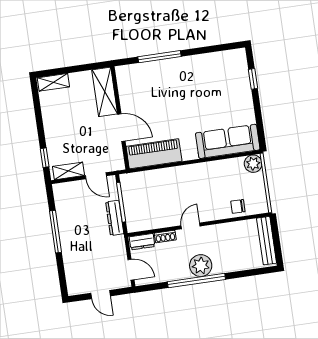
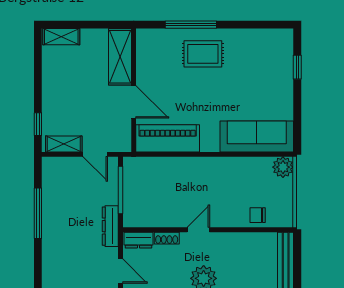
rug: (173, 79) -> (203, 54), added
dresser: (115, 218) -> (110, 226), moved

